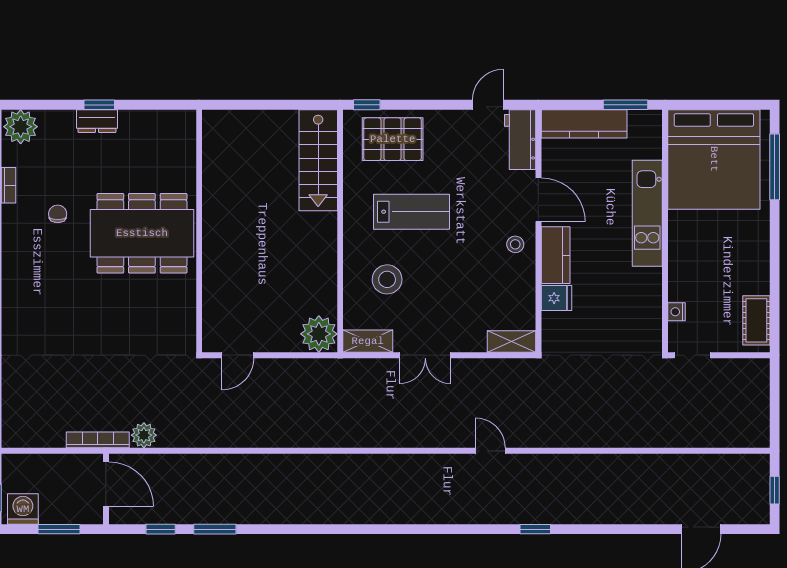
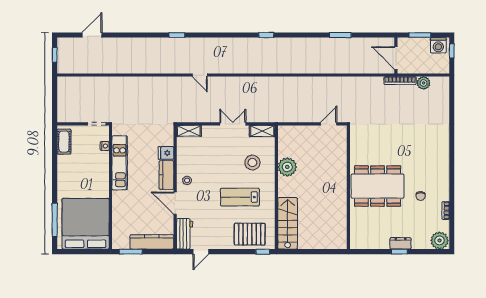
kitchen unit: (647, 213) -> (120, 163), moved
plant: (319, 334) -> (287, 167), moved
plant: (144, 435) -> (424, 83), moved
window: (161, 529) -> (266, 35), moved

